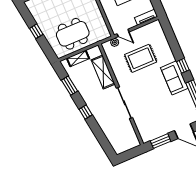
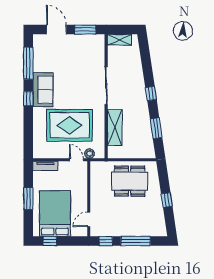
shelving: (78, 58) -> (120, 40), moved
rug: (141, 58) -> (69, 125), width x1.37, depth x1.44

